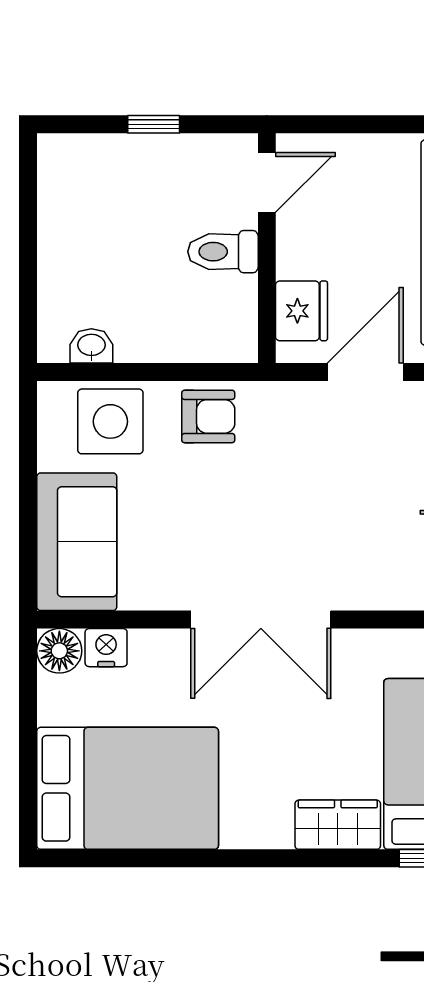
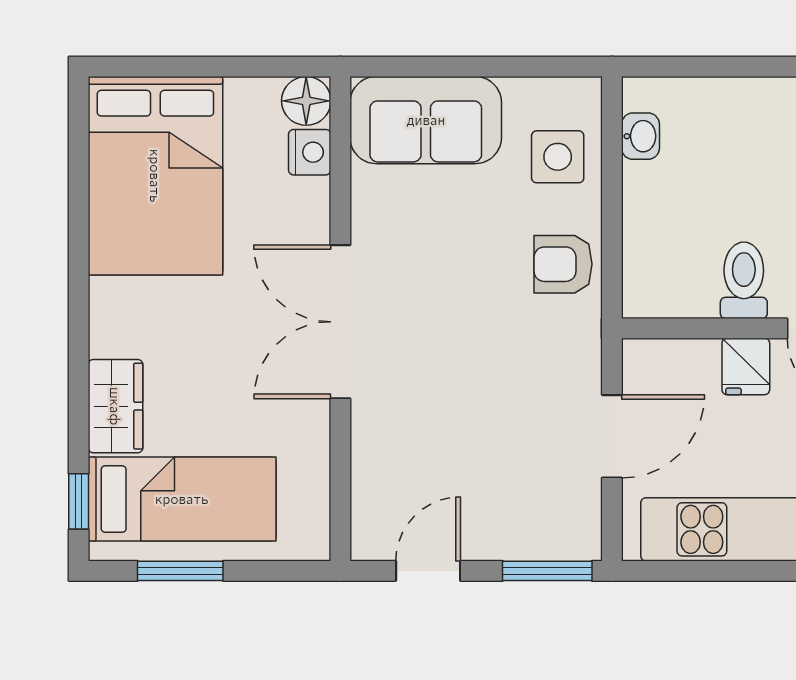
fridge: (302, 311) -> (746, 366), moved, width x0.72
door: (365, 372) -> (612, 436), hinge flipped
armchair: (208, 416) -> (563, 264), turned 90
side table: (110, 421) -> (558, 157), width x0.73, depth x0.73

